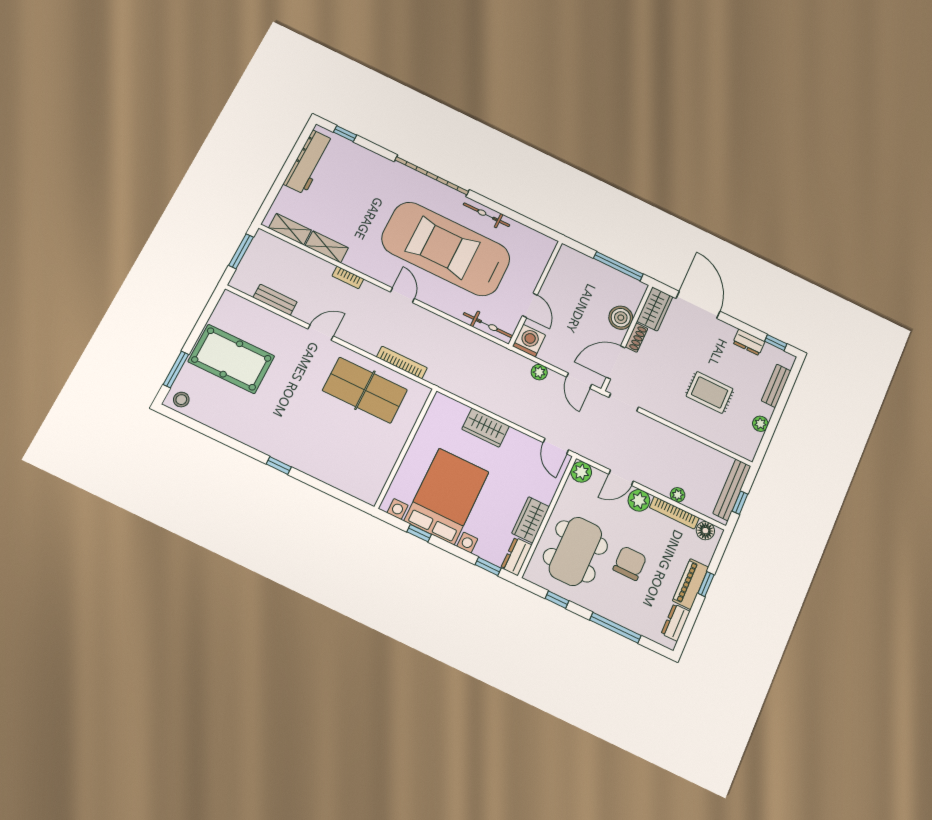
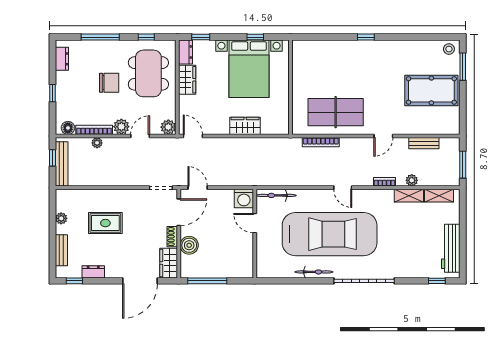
door: (698, 305) -> (140, 281), hinge flipped
plant: (539, 372) -> (412, 180), moved
chair: (630, 563) -> (109, 83), turned -90
piano: (691, 584) -> (63, 88), removed

